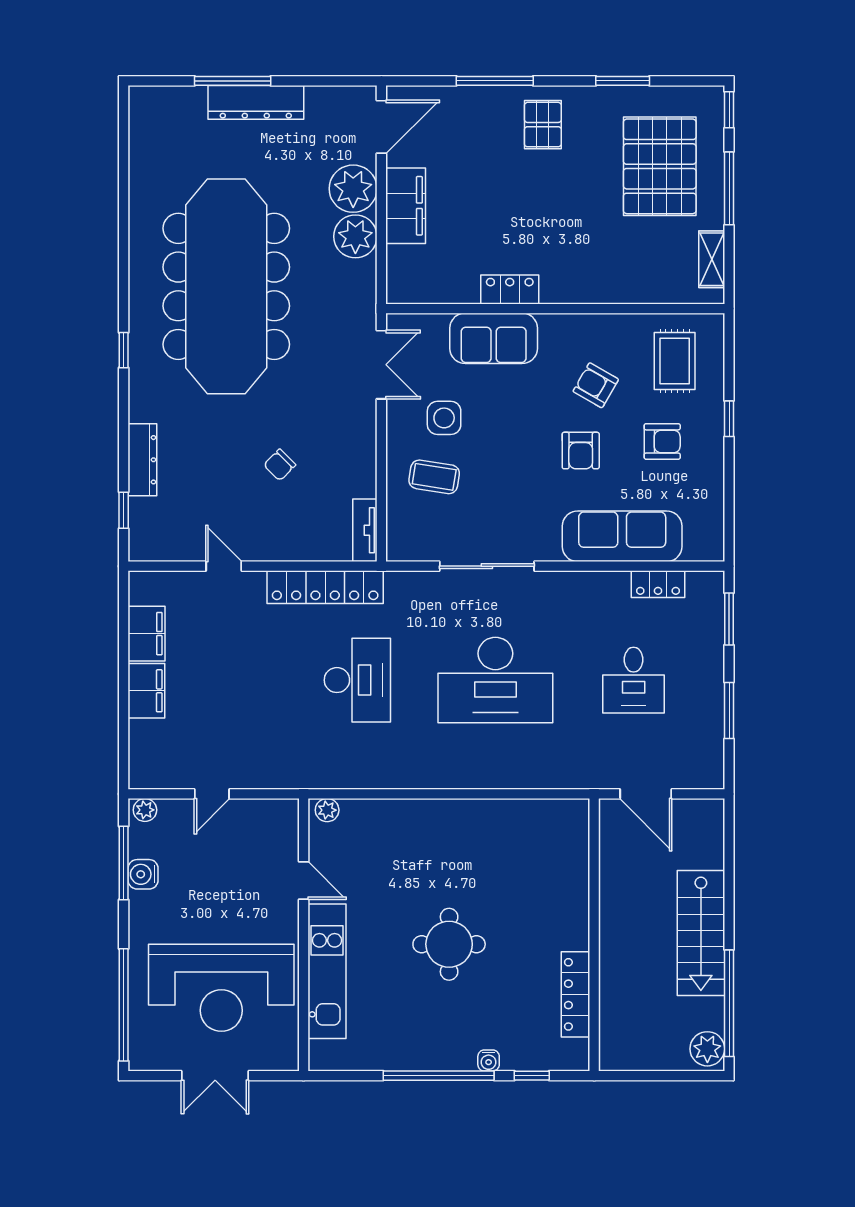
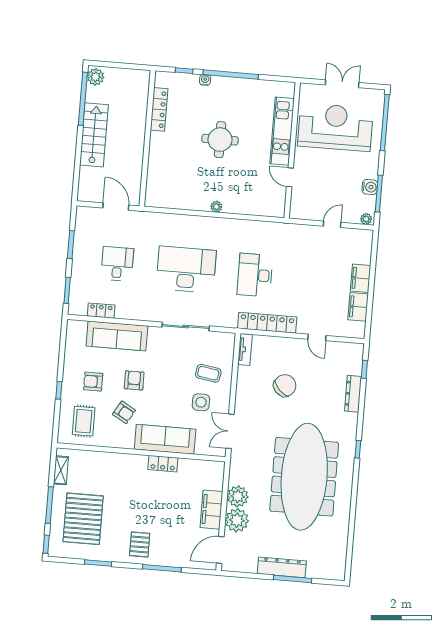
sofa: (494, 338) -> (165, 439), width x1.36
chair: (280, 465) -> (285, 386), width x1.87, depth x1.87
plant: (327, 810) -> (216, 207), moved

